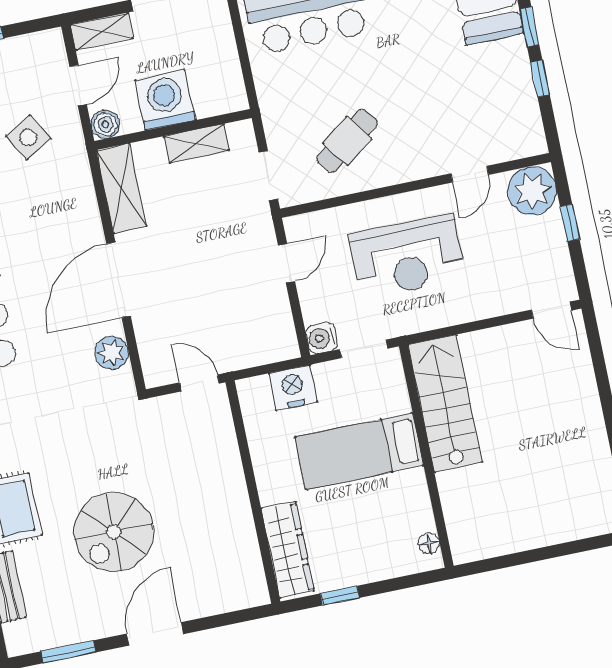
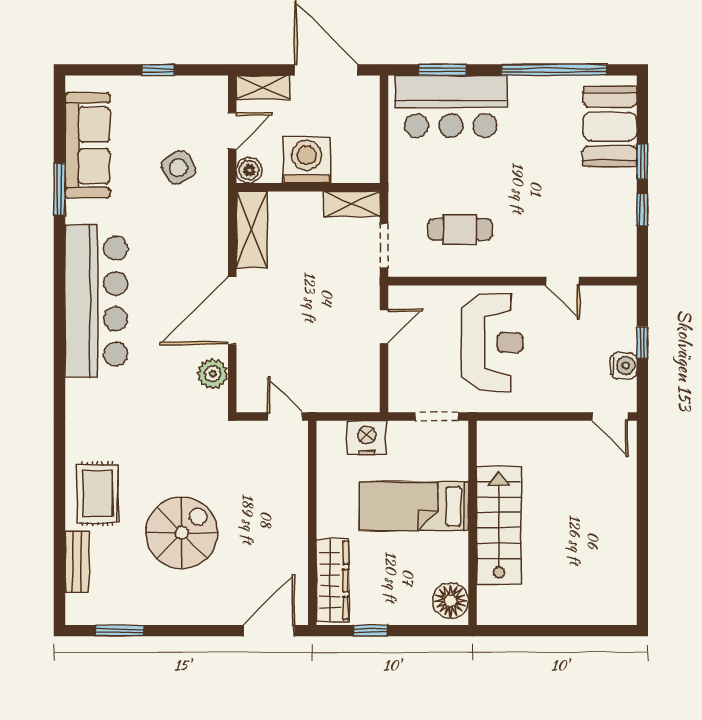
cafe table: (347, 141) -> (460, 229), turned 36
shelving: (197, 143) -> (352, 204), moved
door: (470, 174) -> (563, 281), hinge flipped
plant: (532, 191) -> (615, 307), removed
reception desk: (407, 257) -> (492, 343), turned -90
water cooler: (322, 338) -> (624, 366), moved, turned 180
stairs: (445, 403) -> (499, 525), moved
spiral stairs: (114, 532) -> (182, 533), turned 180
floor lamp: (429, 543) -> (451, 601), width x1.89, depth x1.89
door: (155, 634) -> (269, 631), moved

